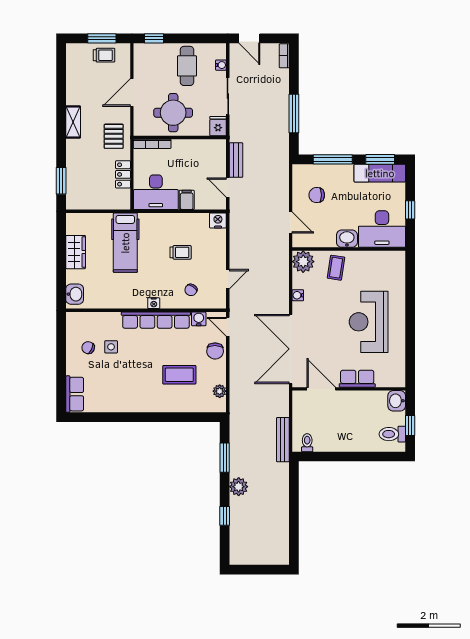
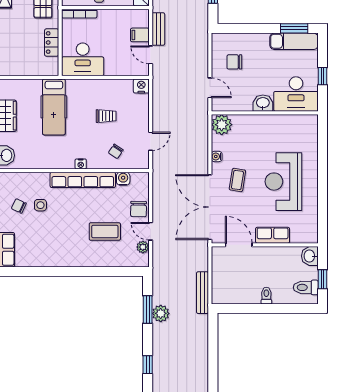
window: (333, 159) -> (249, 28), removed
filing cabinet: (187, 200) -> (140, 35), moved, turned -90
coffee table: (336, 268) -> (237, 180), moved
door: (228, 327) -> (151, 231), moved
toilet: (307, 443) -> (266, 296), moved
plant: (239, 487) -> (161, 313), moved

